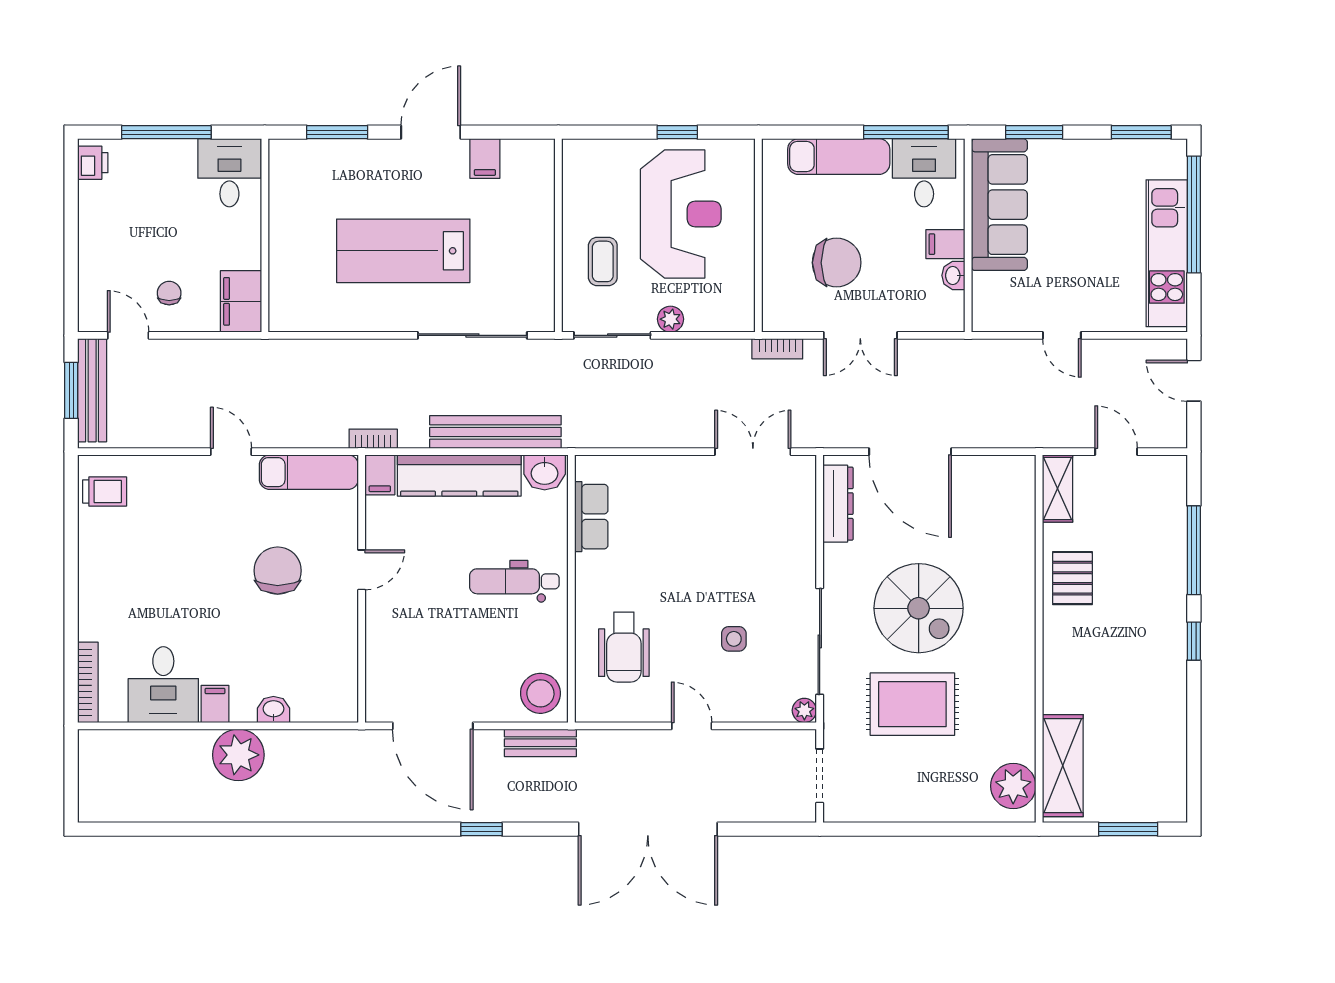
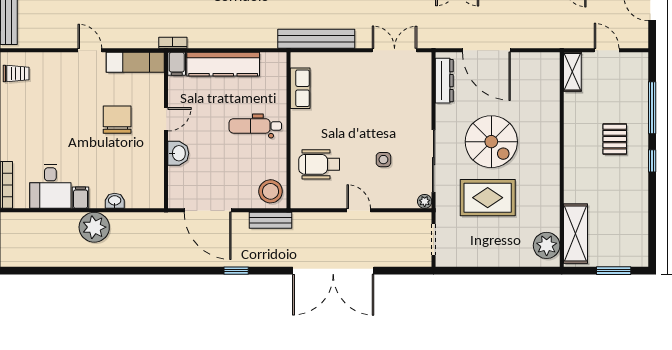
bench: (495, 432) -> (316, 39), moved
washbasin: (545, 472) -> (178, 153), moved, turned -90
pallet: (1072, 578) -> (615, 139), moved
wheelchair: (624, 647) -> (319, 164), turned 90

